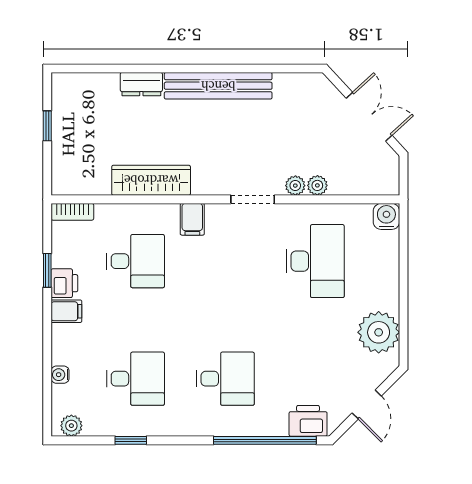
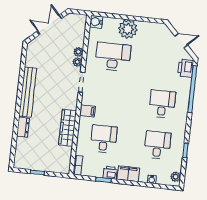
filing cabinet: (66, 311) -> (128, 174), width x2.00
plant: (379, 332) -> (128, 29), moved

